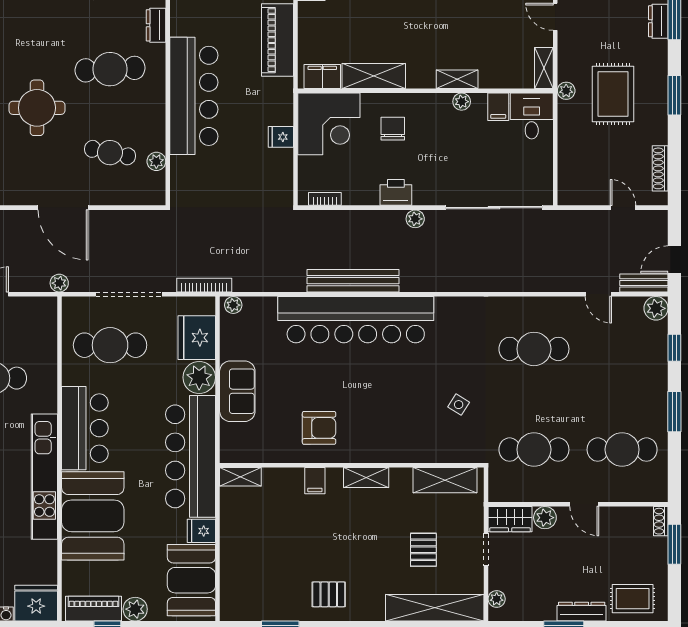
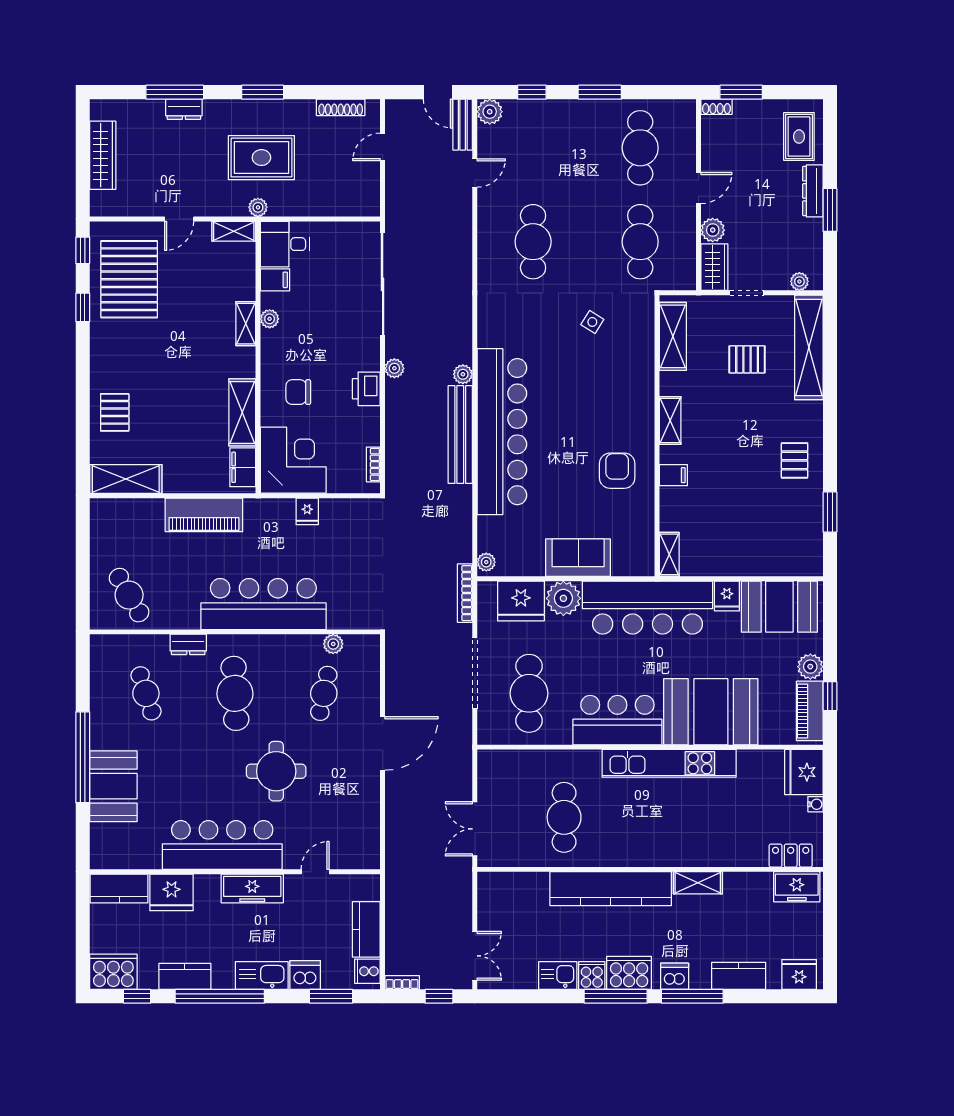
plant: (59, 283) -> (463, 374), moved

